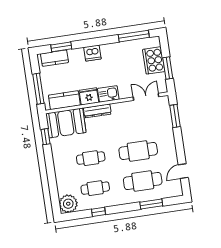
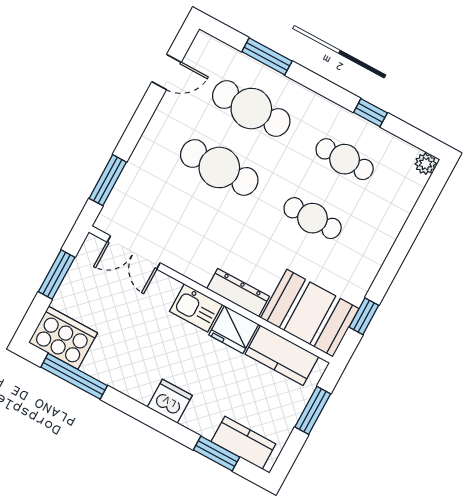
cooker: (154, 60) -> (63, 338), moved, turned -90
window: (38, 89) -> (313, 410), width x0.69
plant: (68, 204) -> (426, 164), width x0.53, depth x0.53

